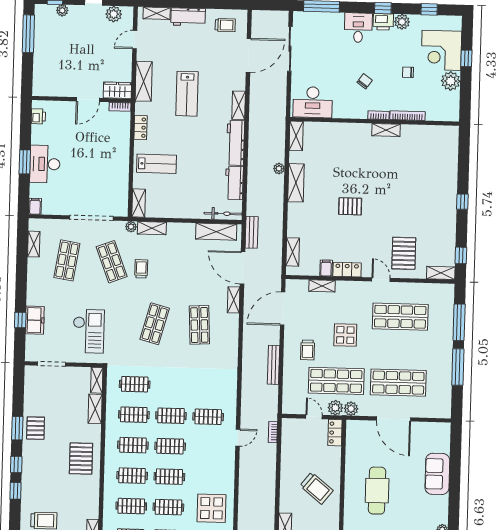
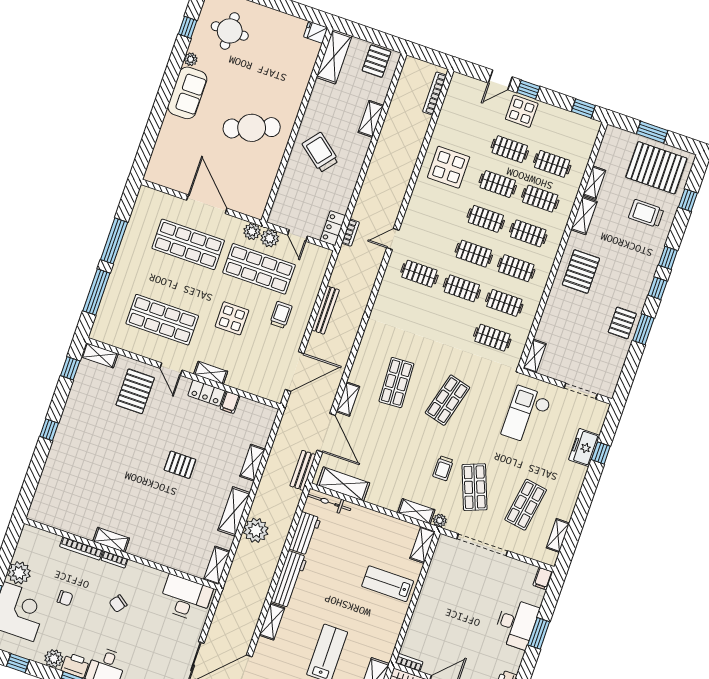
locker: (140, 128) -> (393, 631), removed
plant: (279, 169) -> (256, 530), width x1.87, depth x1.87
shelving: (293, 252) -> (252, 463), moved
shelving: (322, 286) -> (211, 373), moved
shelving: (95, 409) -> (584, 216), moved
locker: (335, 433) -> (333, 228), moved, turned 180
sofa: (437, 474) -> (187, 93), moved
cafe table: (377, 491) -> (252, 128), turned 69

